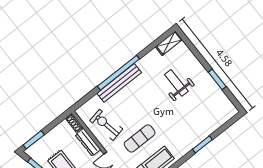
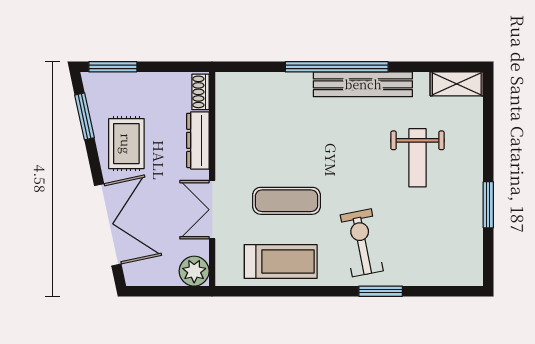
bench: (119, 83) -> (363, 84), moved
weight bench: (176, 83) -> (417, 158), turned 180
exercise bike: (106, 125) -> (362, 243), moved

